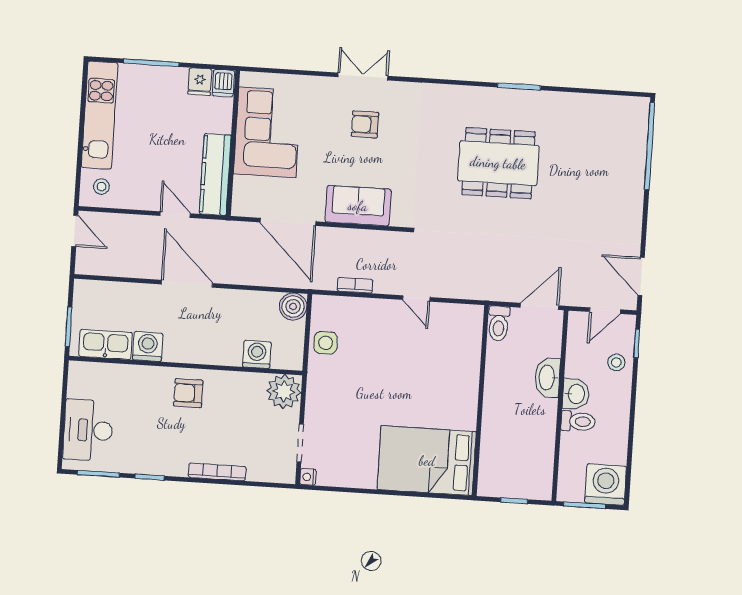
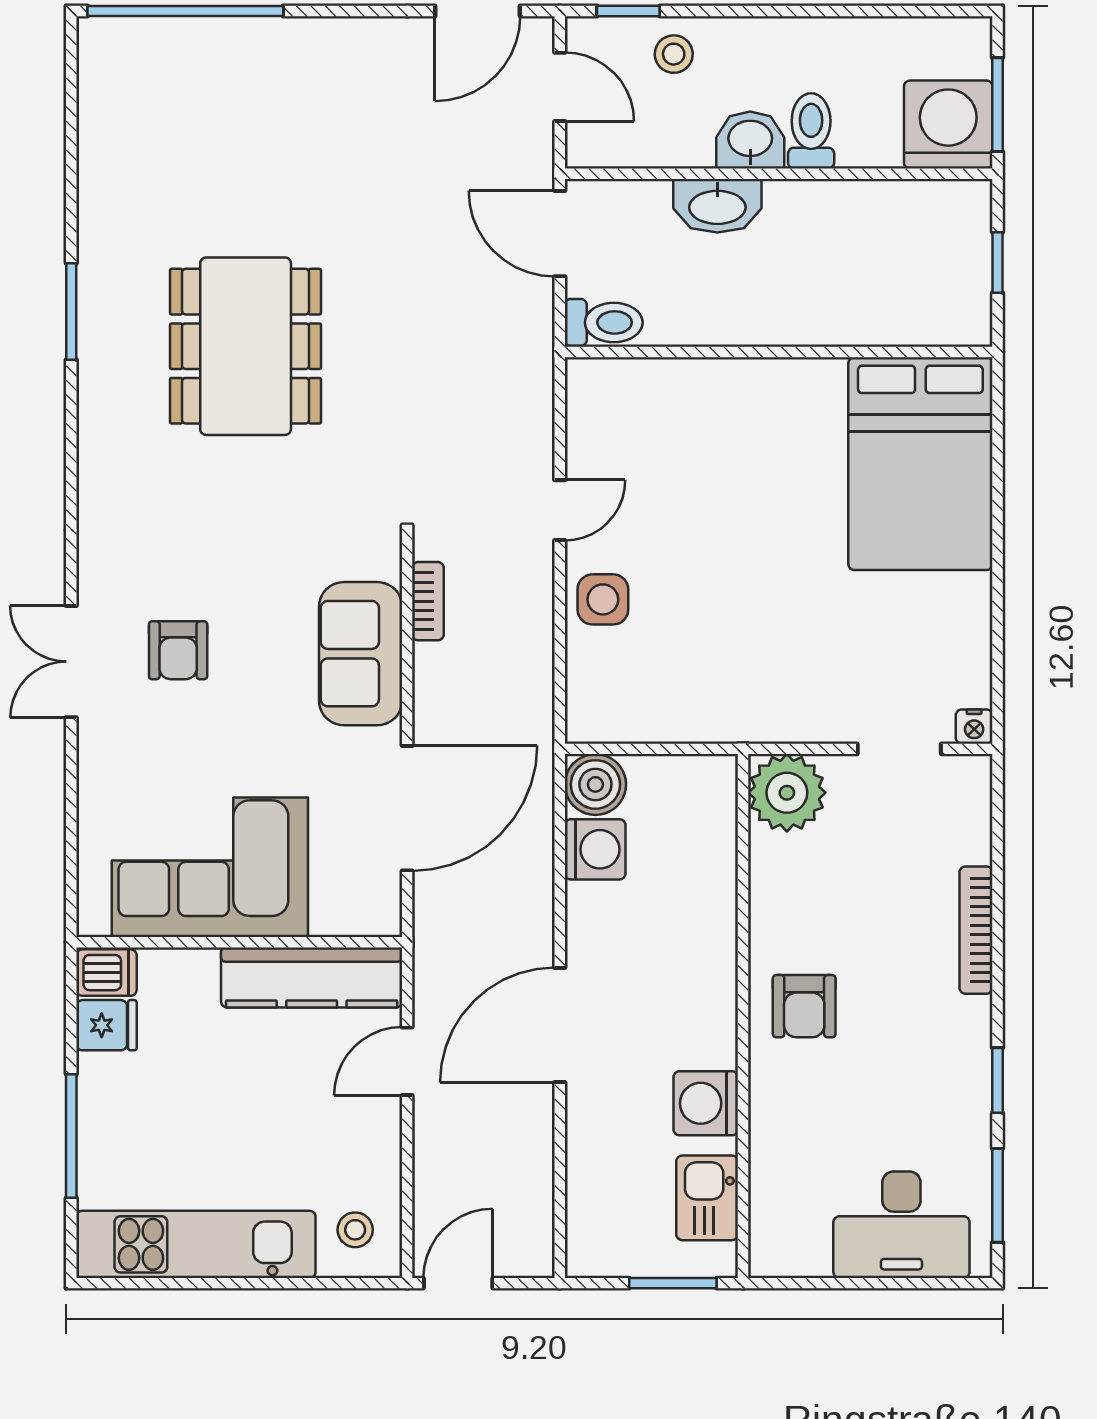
bookcase: (355, 285) -> (428, 601), moved, turned 180
side table: (326, 343) -> (603, 599), moved
kitchen sink: (106, 344) -> (707, 1198), width x0.73
washing machine: (257, 354) -> (595, 849), moved, turned 180
washing machine: (606, 485) -> (948, 125), moved, turned 90

